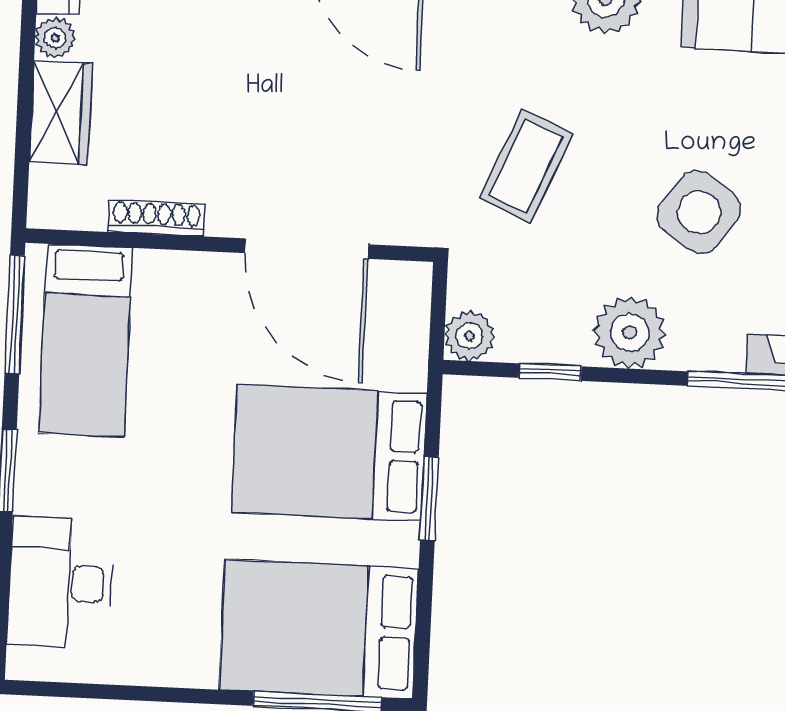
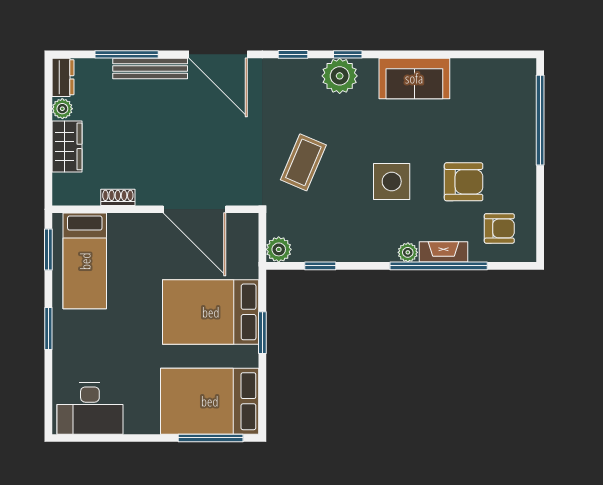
side table: (699, 212) -> (392, 181), turned -36
shoe rack: (157, 218) -> (118, 197), width x0.70
window: (15, 314) -> (48, 249), width x0.69
plant: (630, 332) -> (408, 252), moved, width x0.53, depth x0.53
desk: (60, 583) -> (90, 408), moved, turned -90

